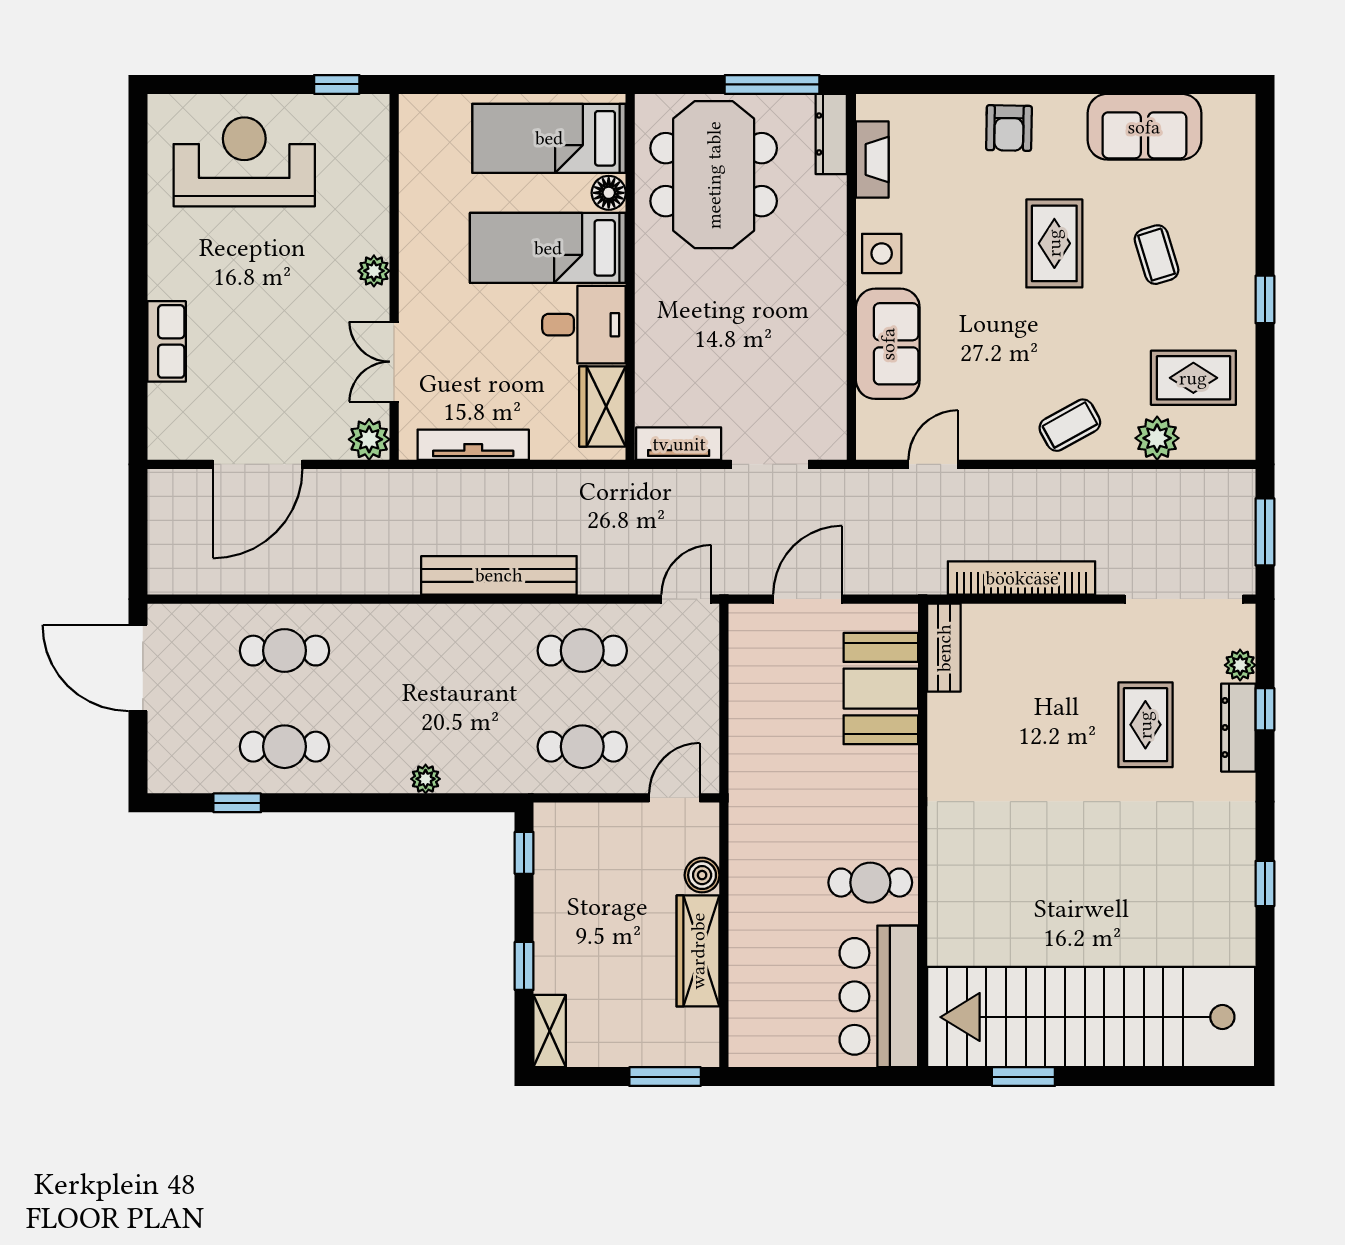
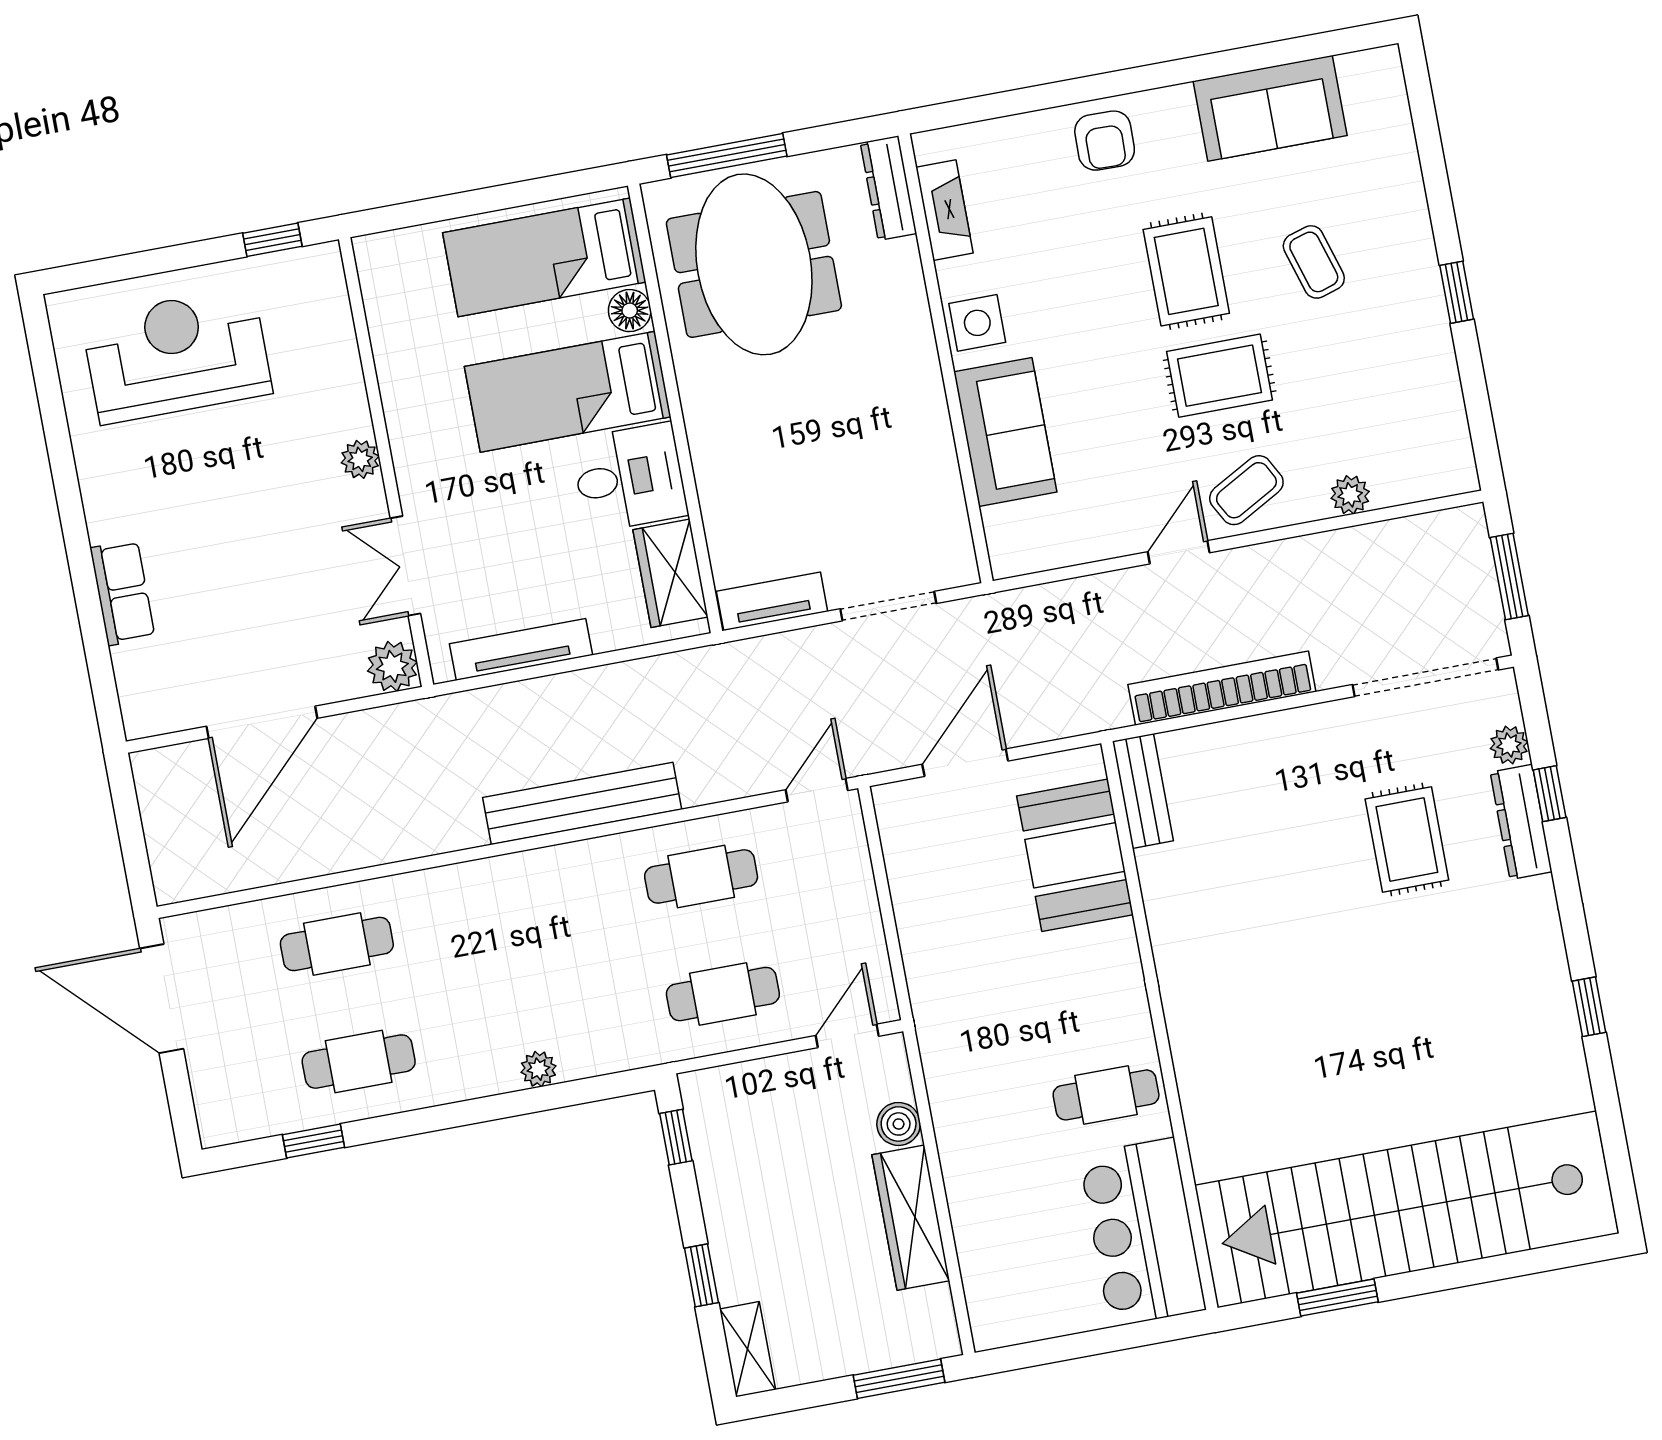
window: (772, 84) -> (727, 155), moved
rug: (1193, 378) -> (1219, 376), moved
plant: (1157, 438) -> (1350, 495), width x0.73, depth x0.73
door: (933, 464) -> (1179, 552), moved

